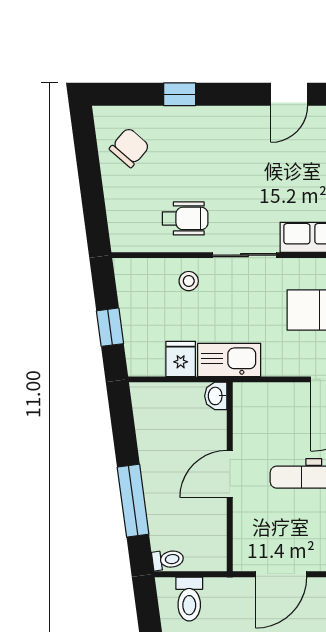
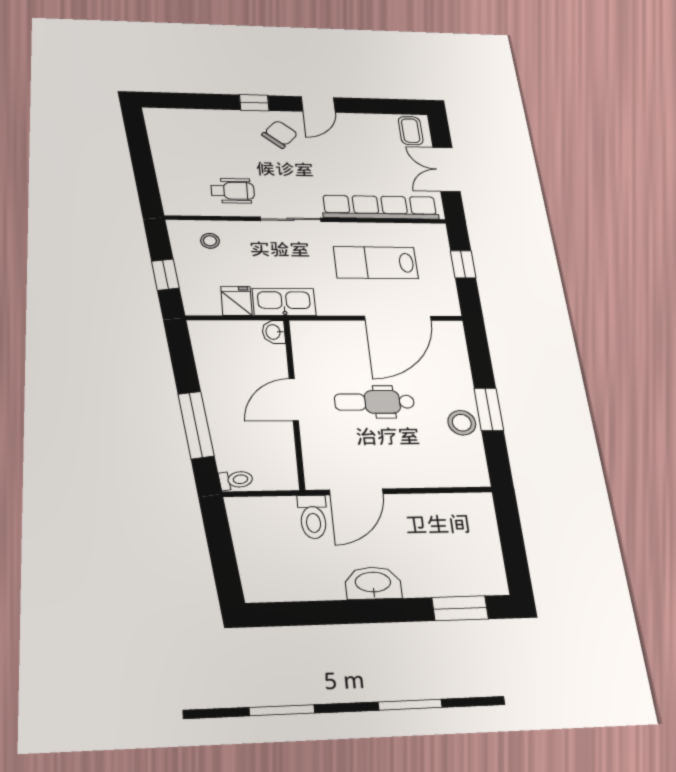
window: (180, 94) -> (254, 103), moved
chair: (129, 148) -> (280, 134), moved
stool: (189, 281) -> (210, 241), moved
toilet: (189, 599) -> (313, 517), moved

